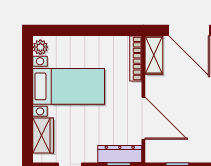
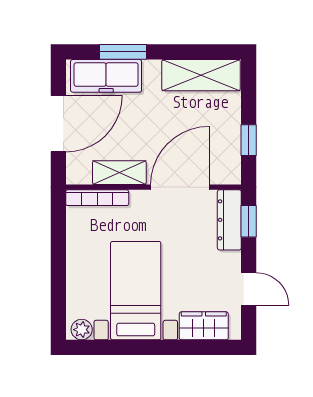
shelving: (154, 55) -> (119, 173), moved

